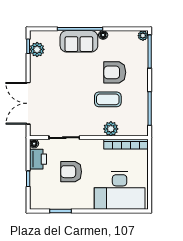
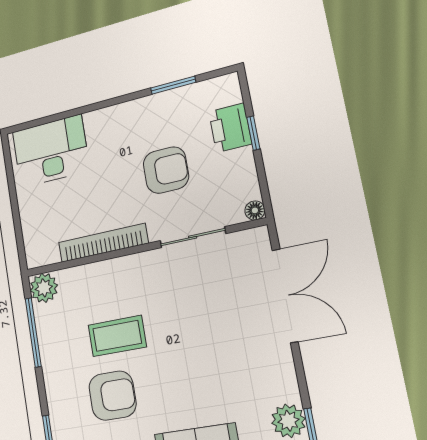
plant: (111, 129) -> (44, 288), moved
bookcase: (126, 144) -> (103, 243), moved
printer: (38, 159) -> (230, 128), moved
desk: (120, 191) -> (51, 151), width x0.73, depth x0.77

